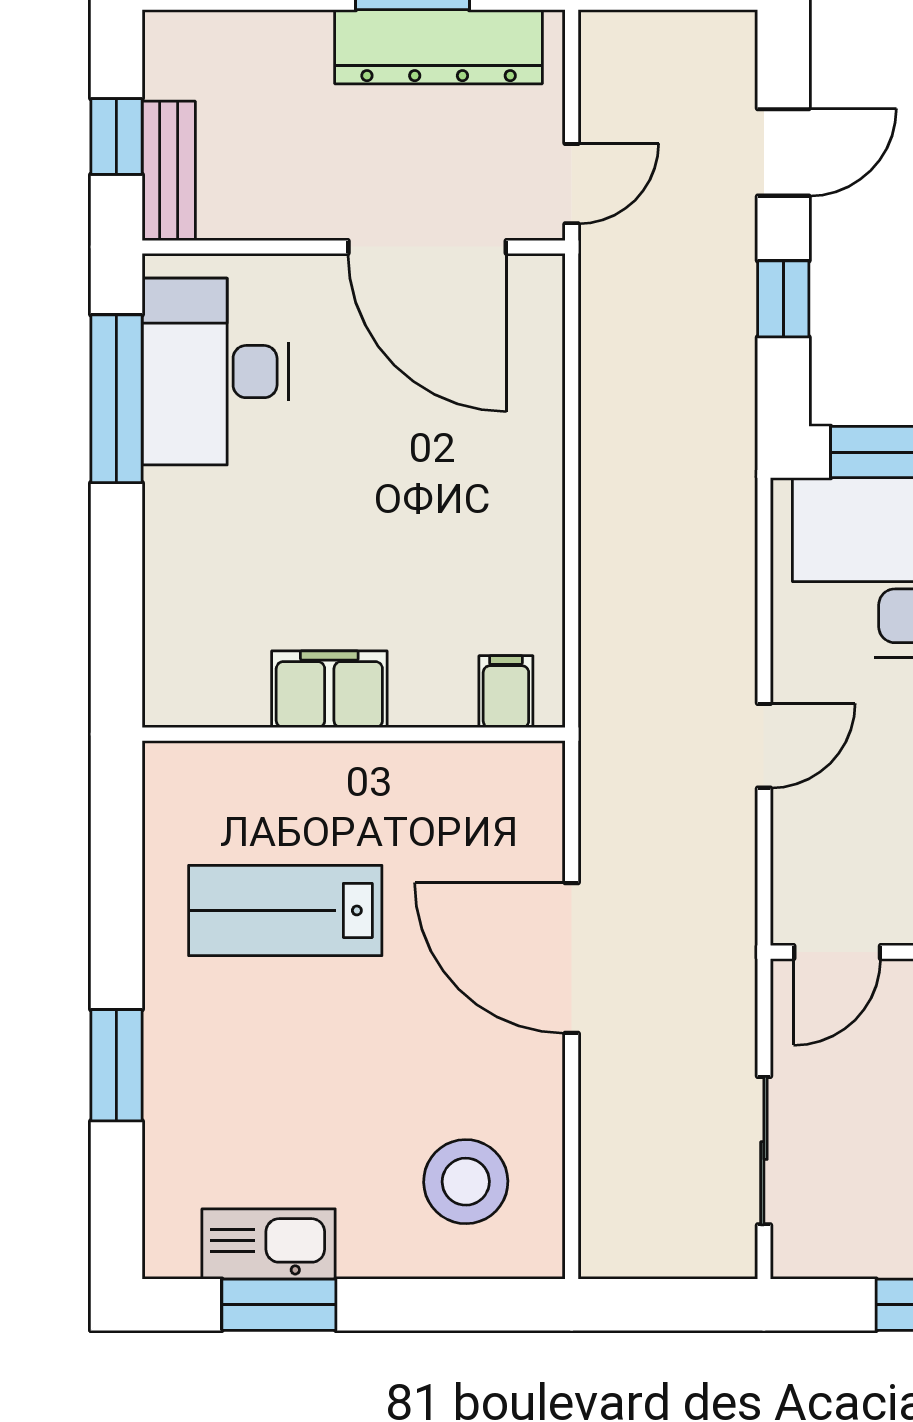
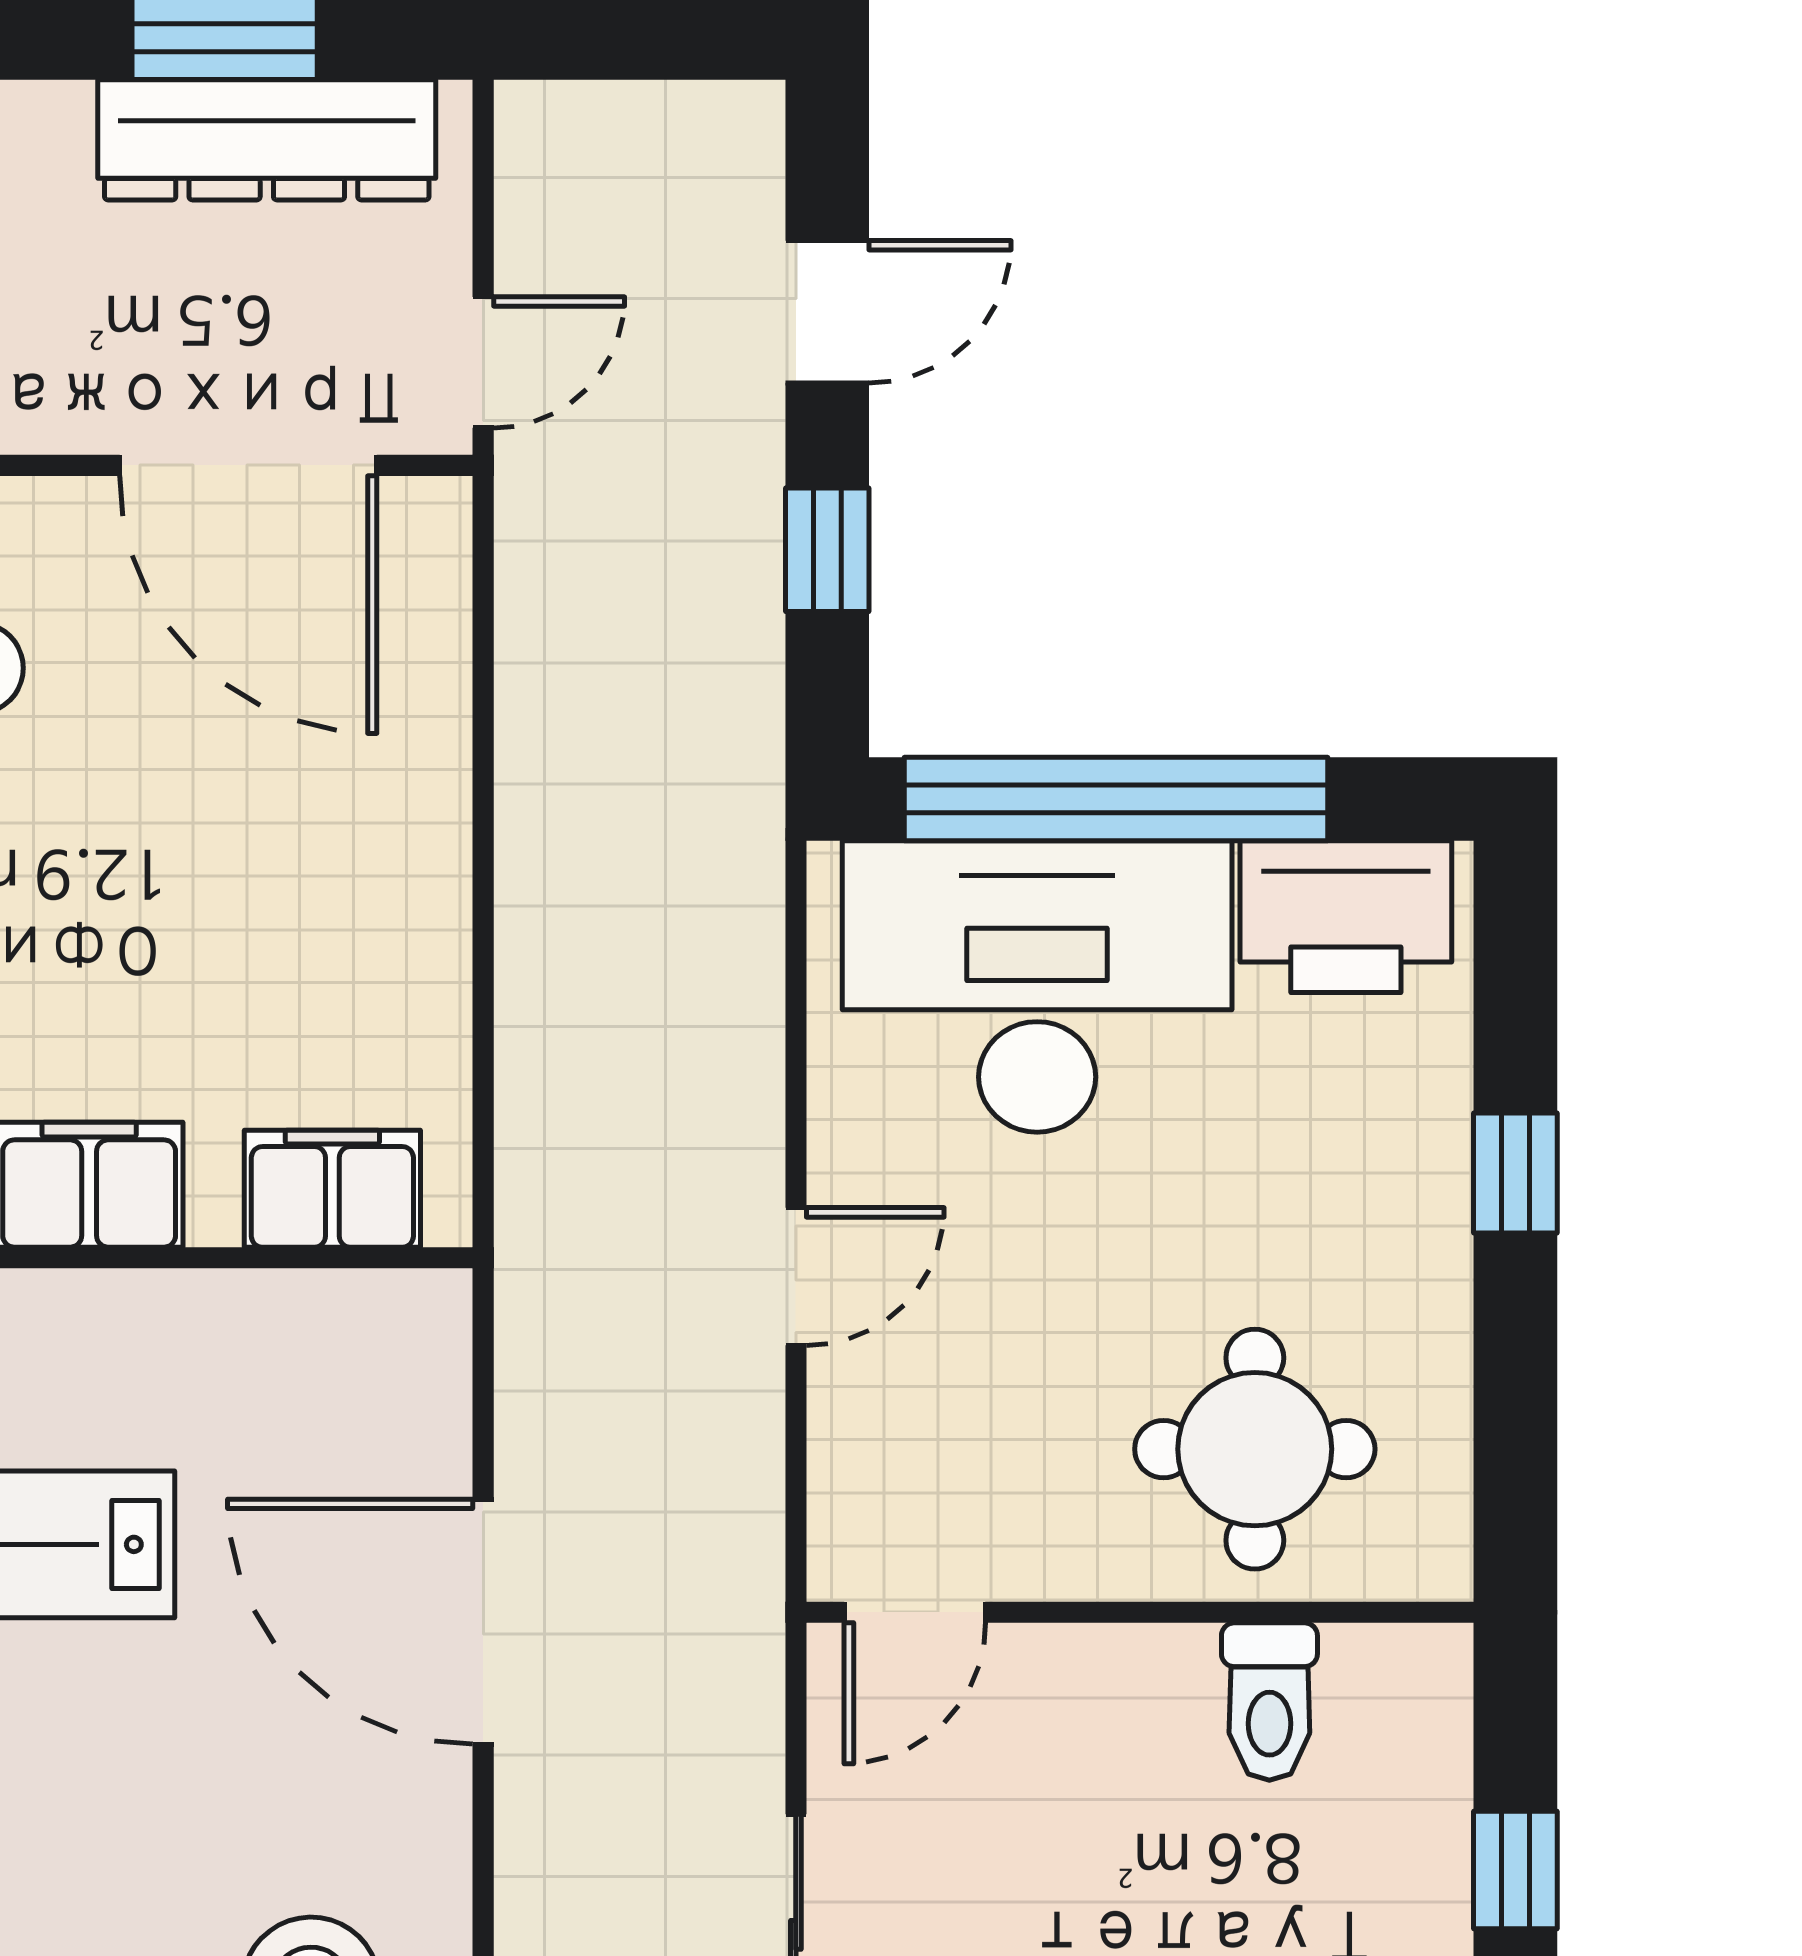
filing cabinet: (506, 692) -> (332, 1189), width x2.00

